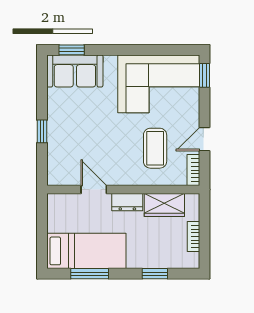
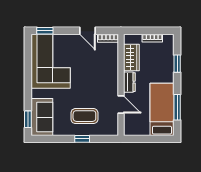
coffee table: (155, 148) -> (84, 116), moved
door: (94, 190) -> (121, 105), swing flipped

